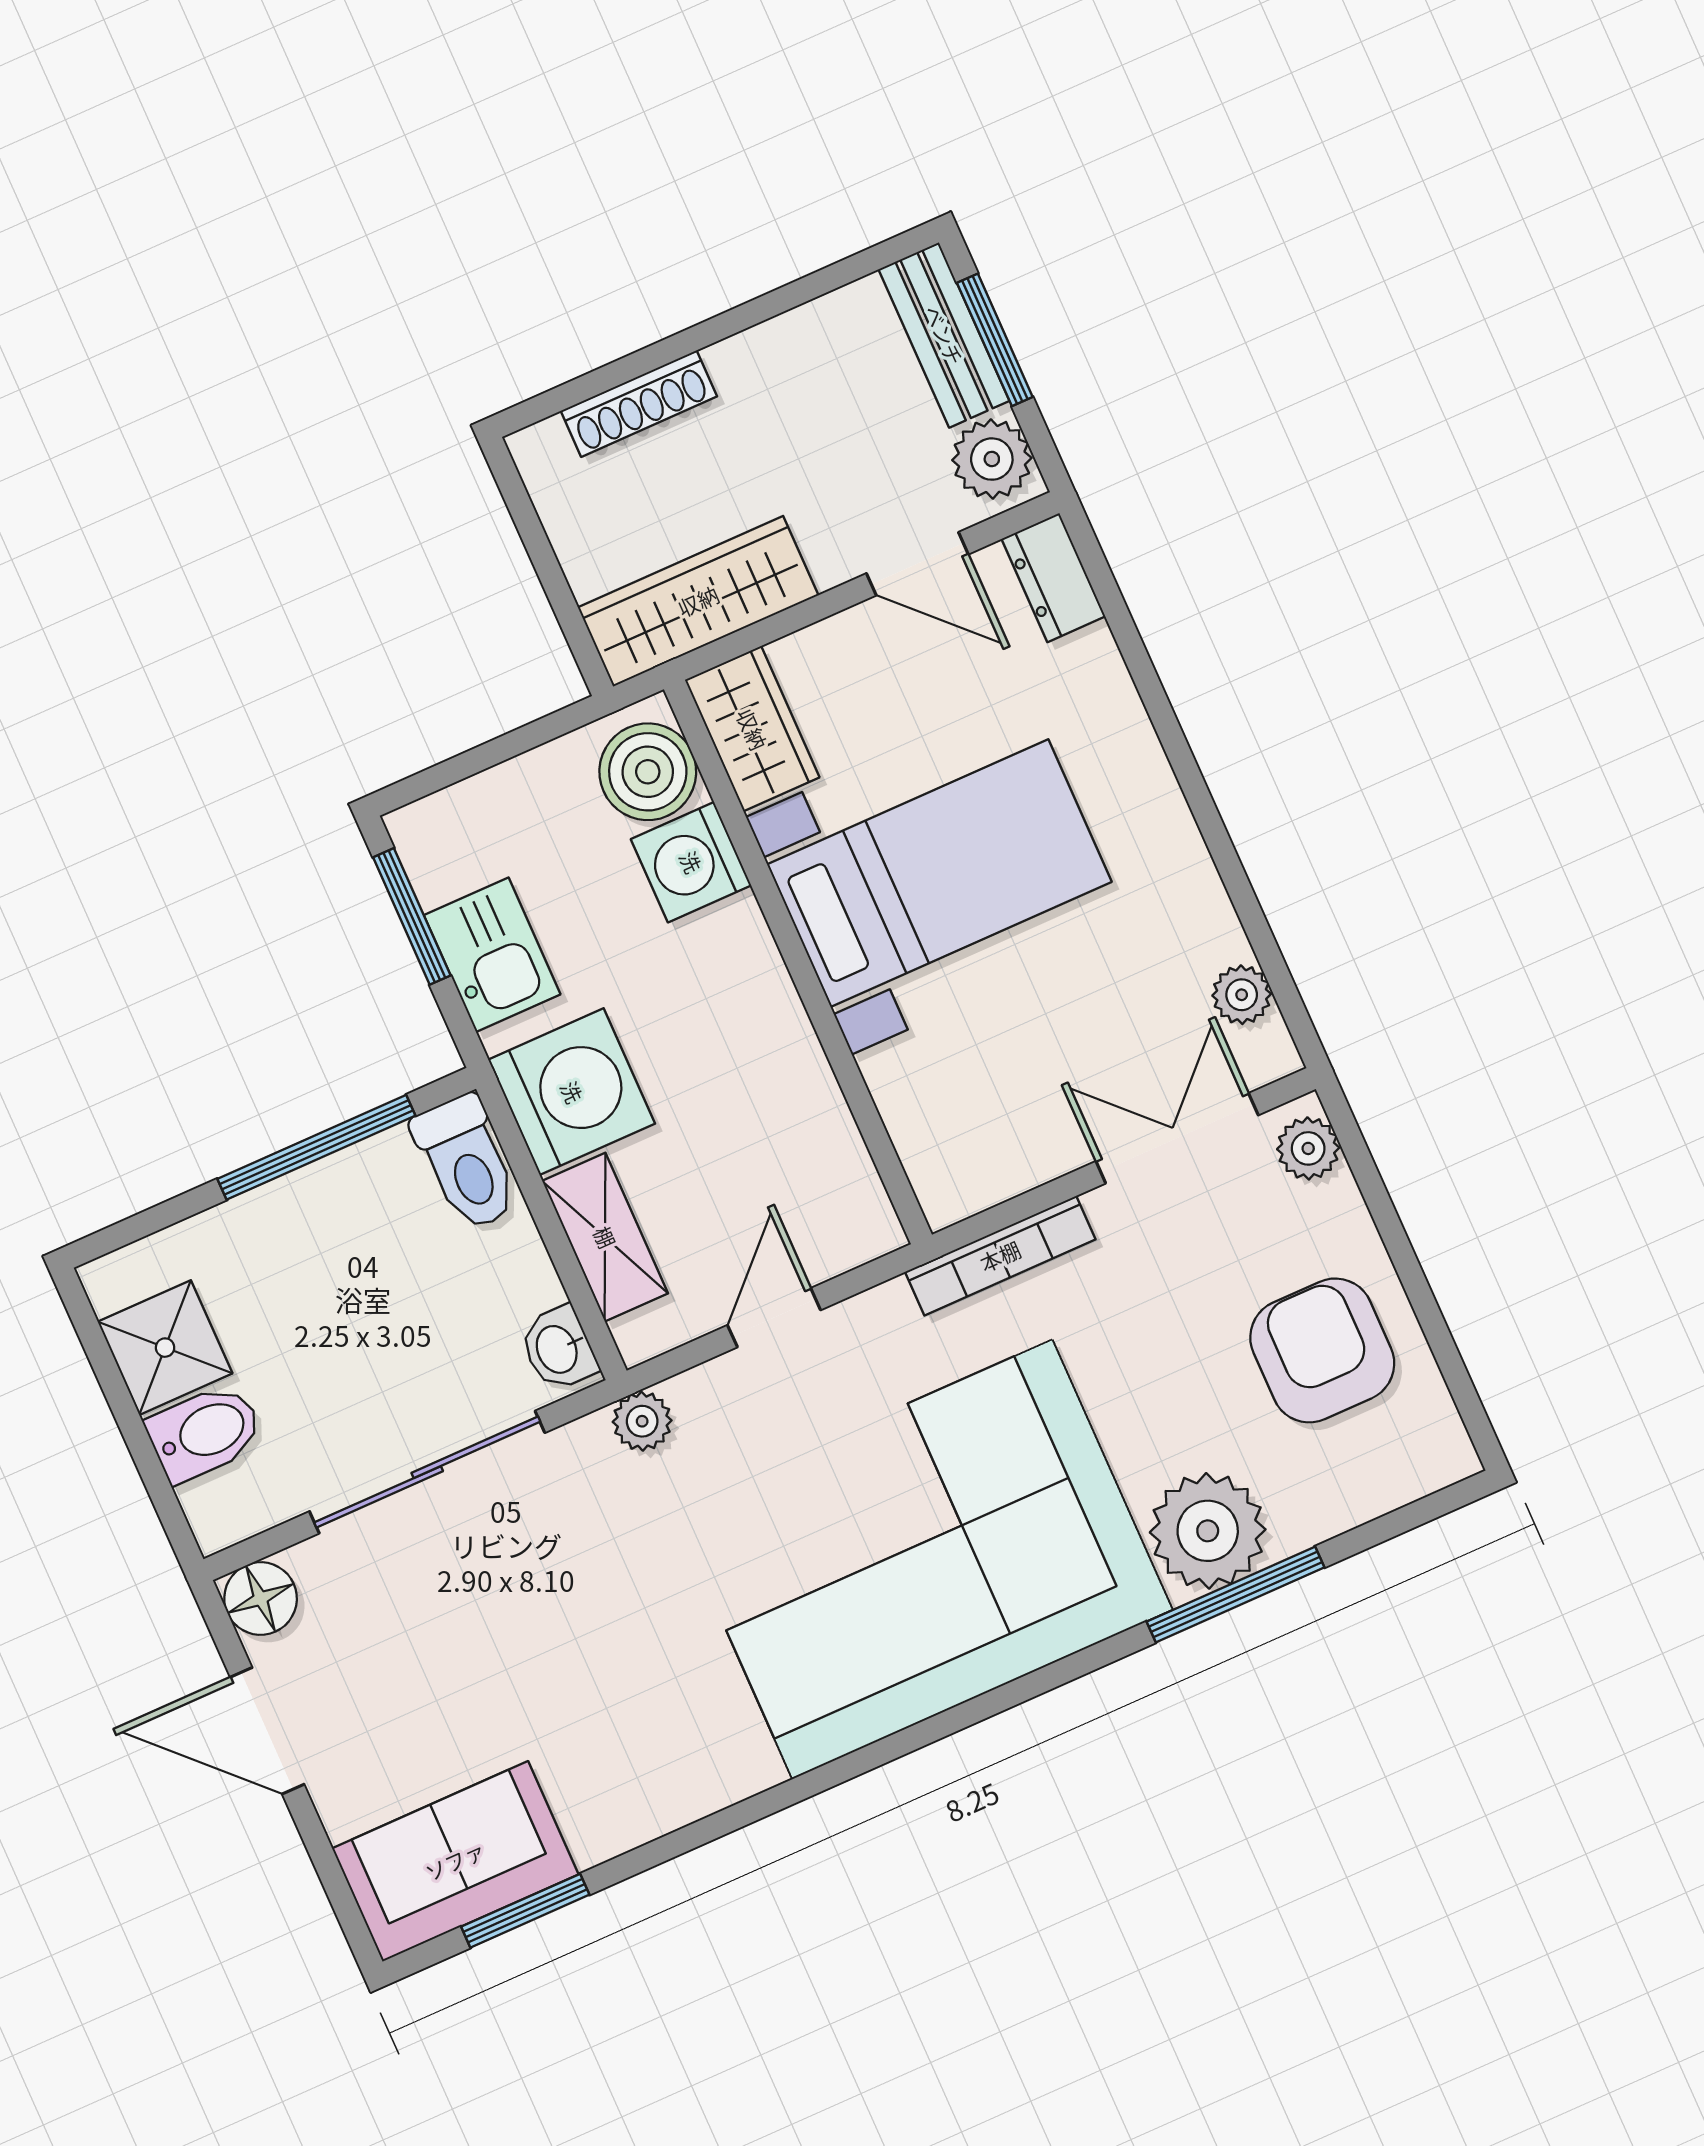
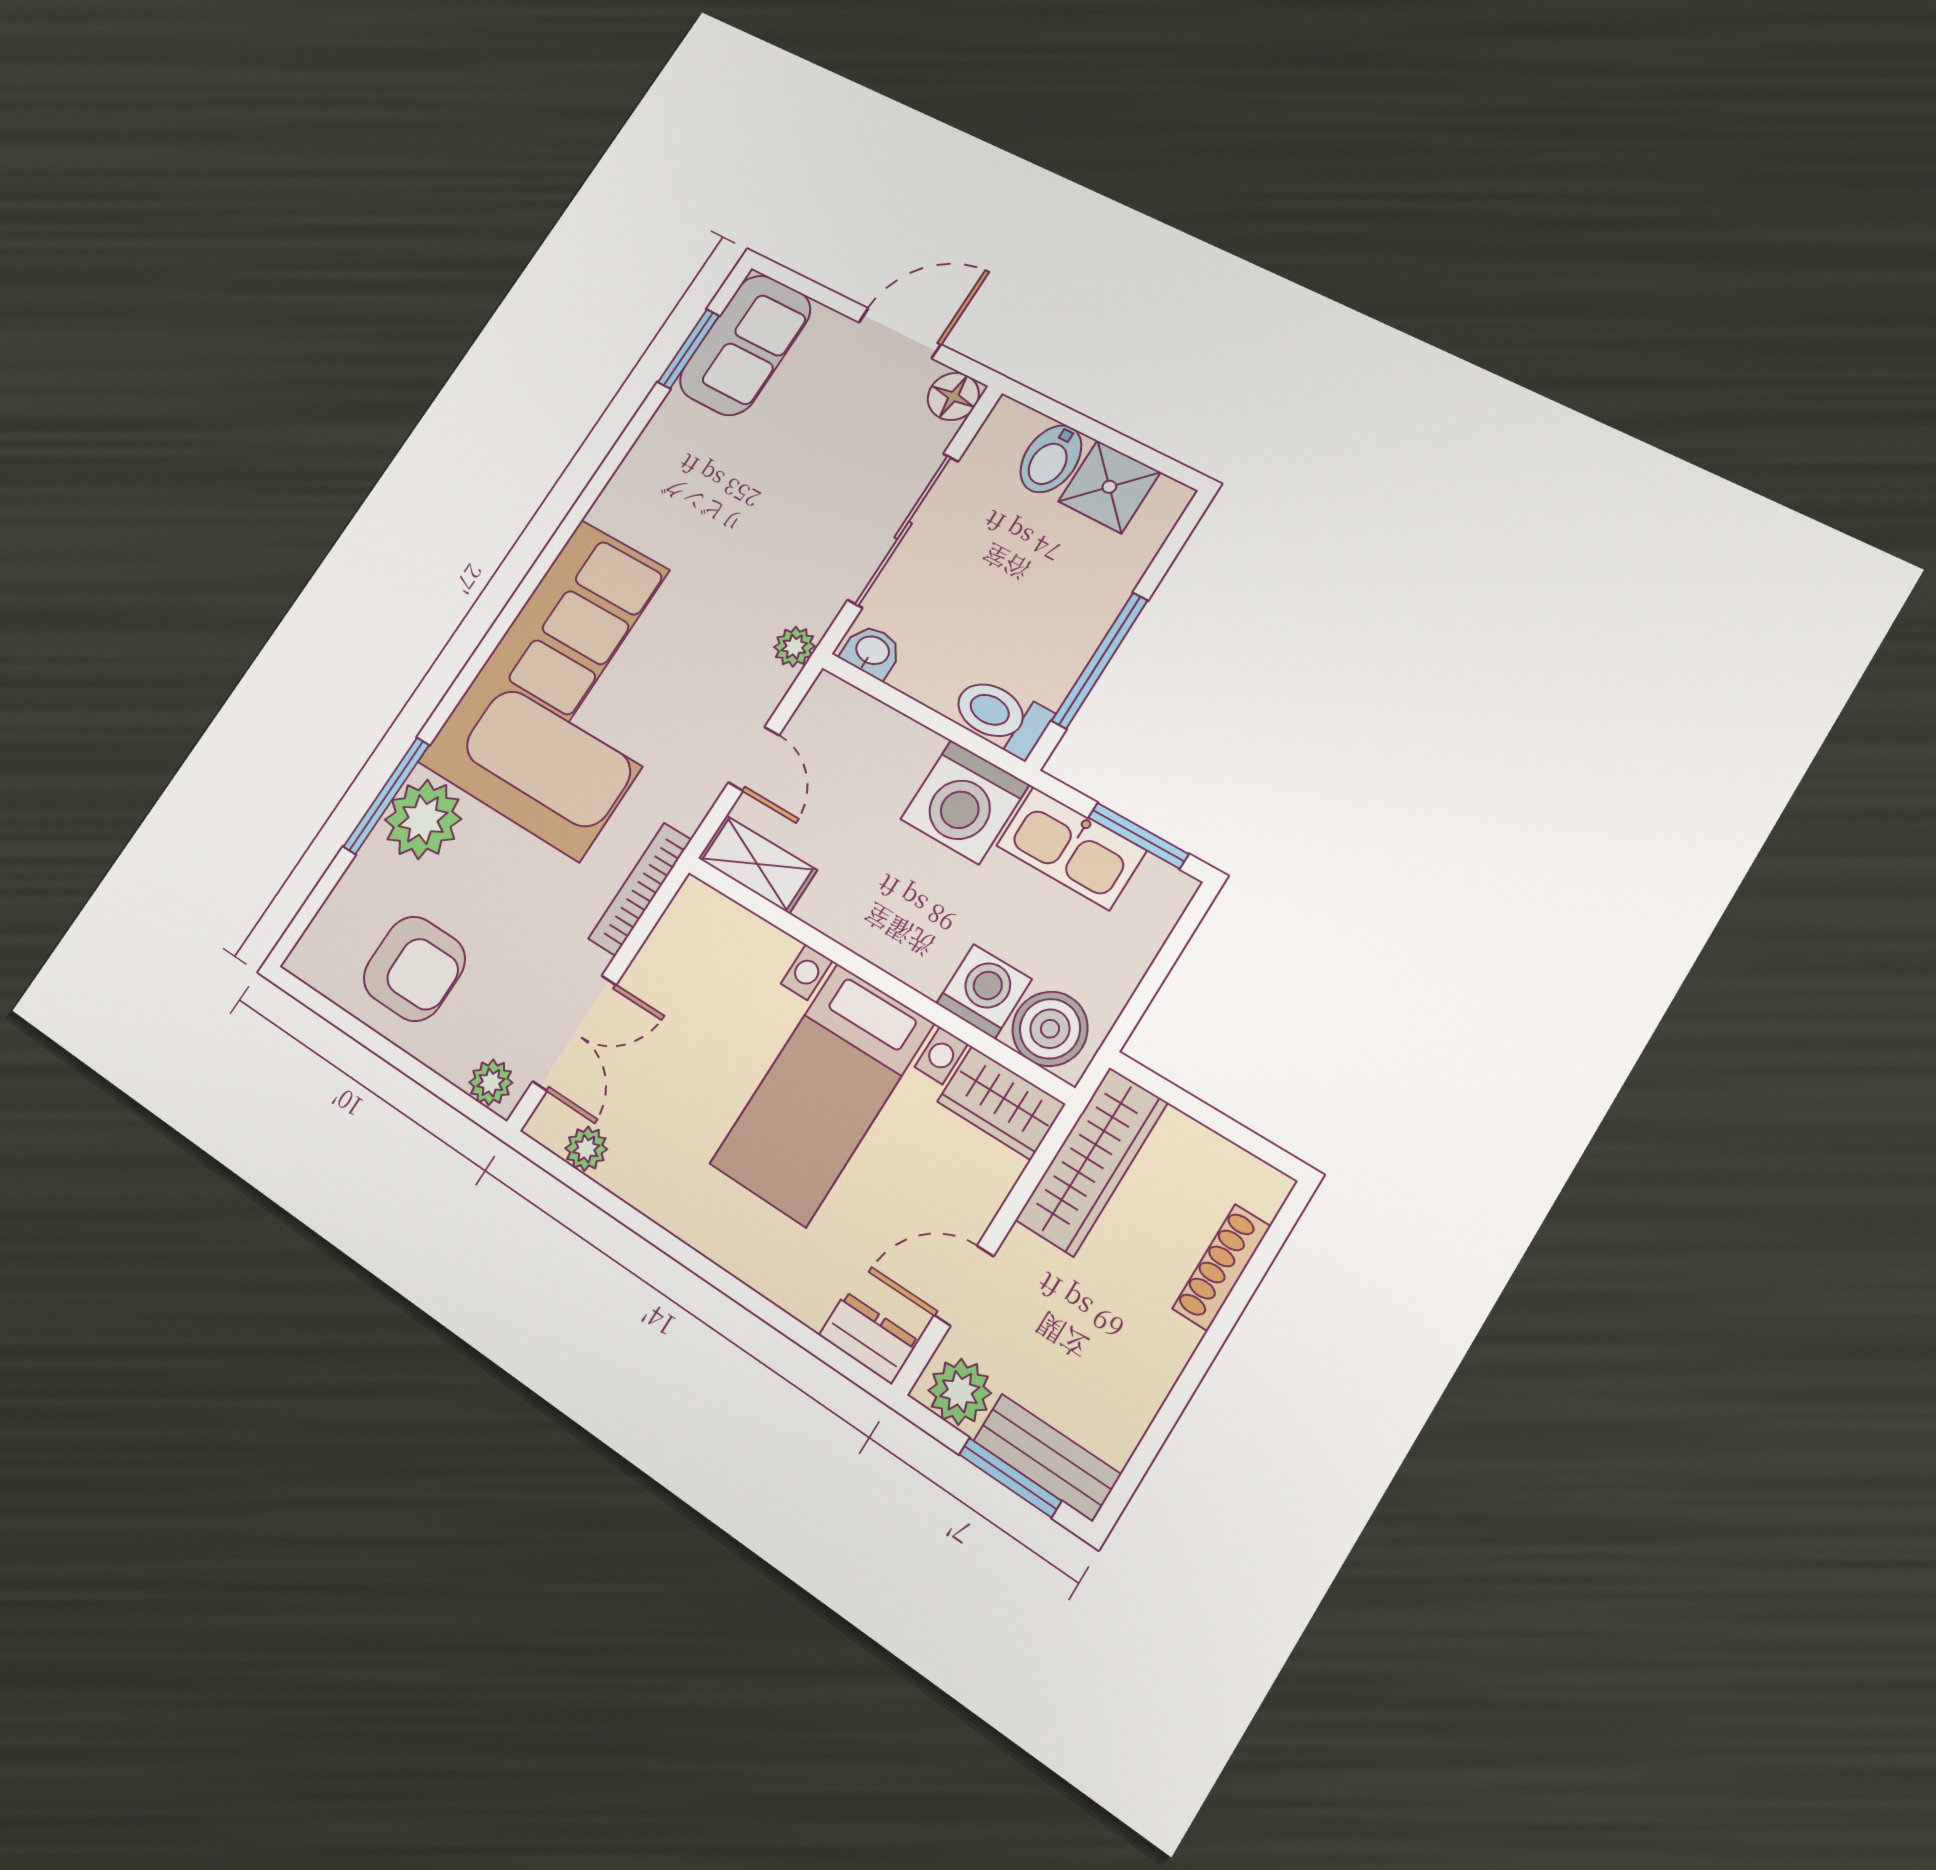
kitchen sink: (492, 955) -> (1071, 848), width x1.38
shelving: (605, 1237) -> (757, 864), moved

